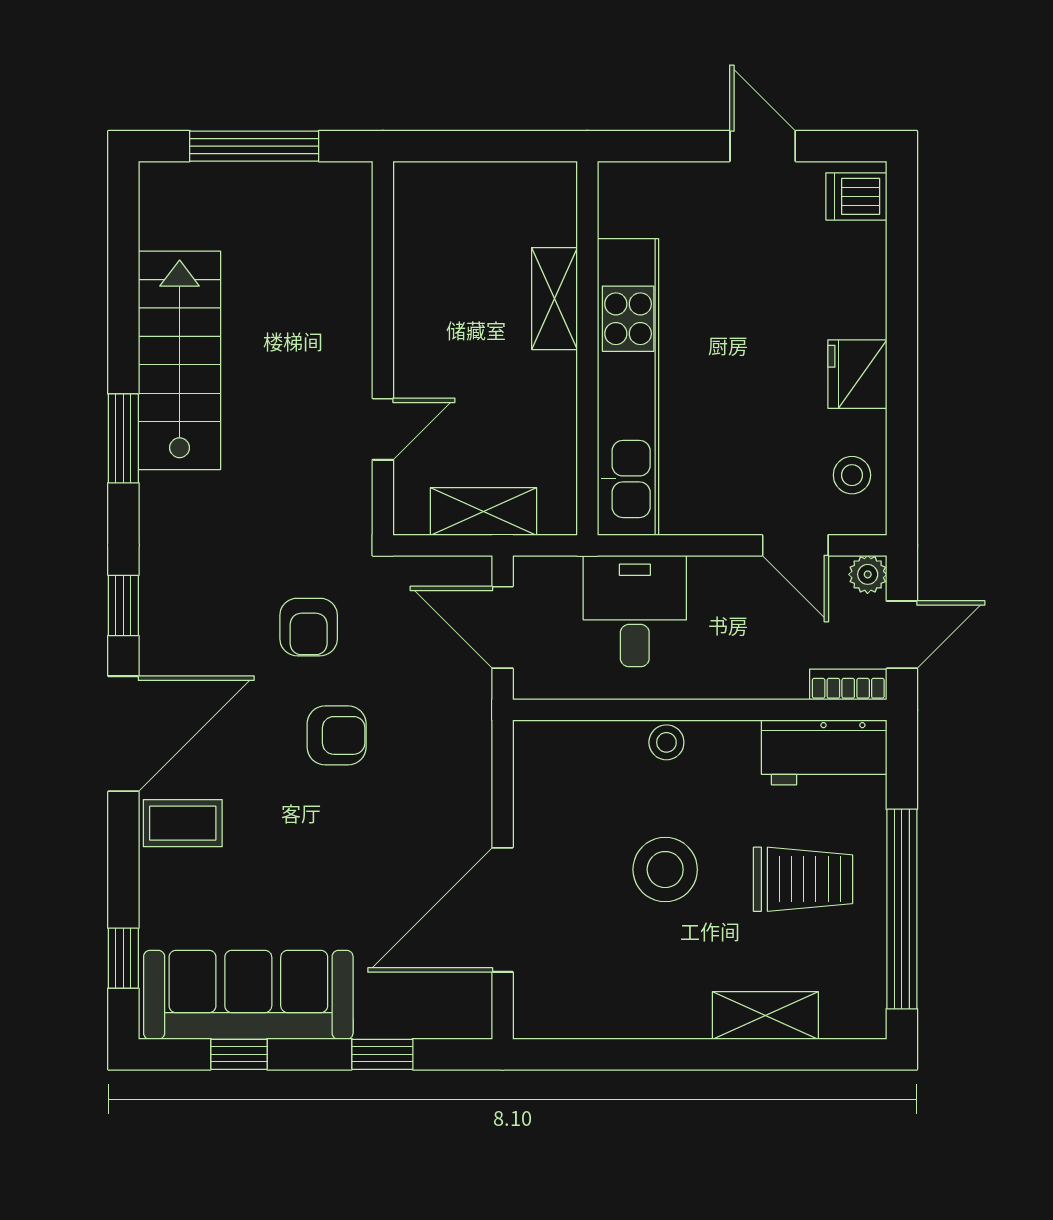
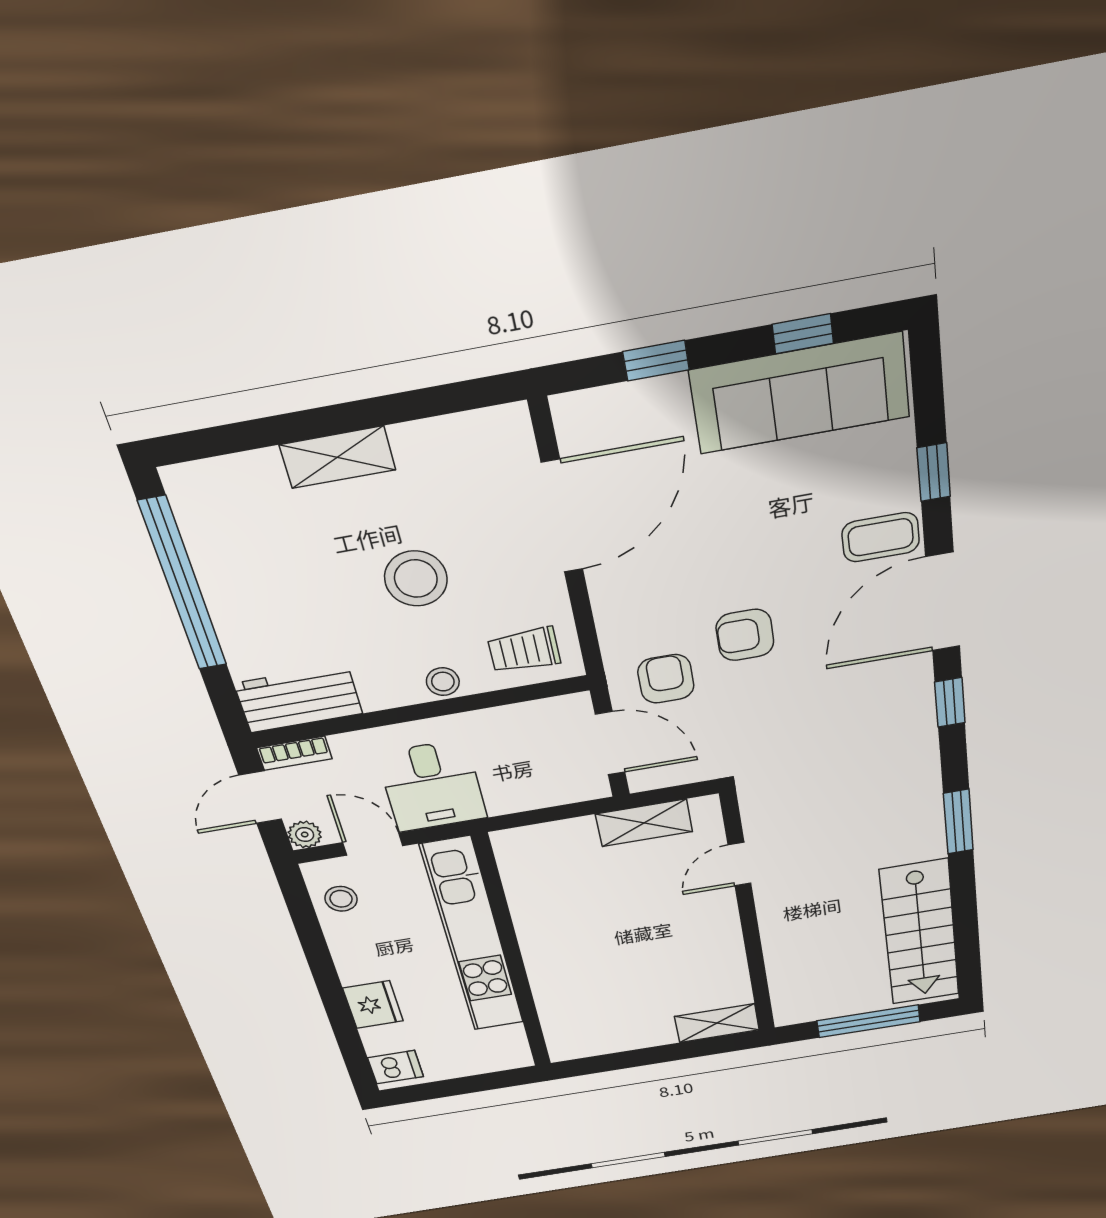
door: (763, 146) -> (476, 1084), removed
shelving: (554, 299) -> (717, 1023), moved, turned 90
wall: (587, 348) -> (513, 955), moved
stairs: (180, 360) -> (920, 933), moved
fridge: (857, 374) -> (373, 1005), moved
kitchen unit: (628, 387) -> (473, 936), moved
desk: (635, 611) -> (432, 786), moved
armchair: (309, 627) -> (666, 679), moved
trolley: (803, 879) -> (524, 650), moved, width x0.73, depth x0.72
window: (123, 958) -> (934, 472), moved
shelving: (765, 1015) -> (338, 457), moved

